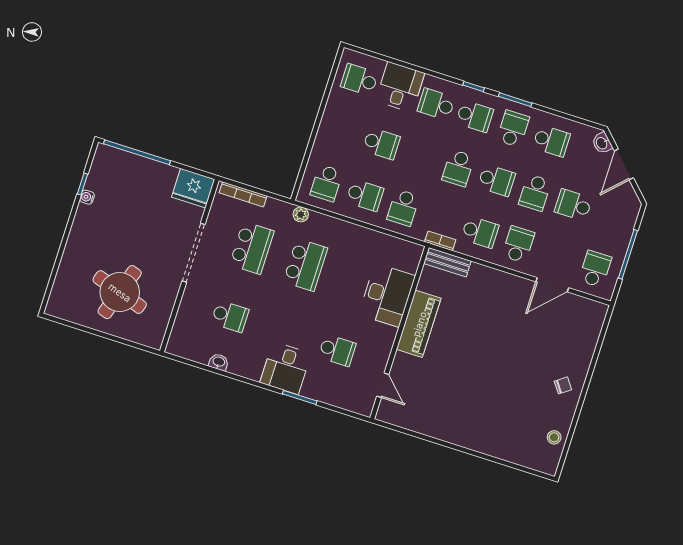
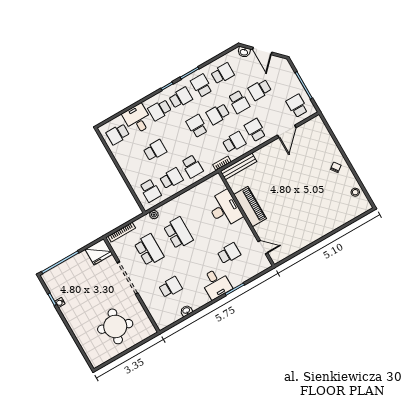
school desk: (458, 168) -> (197, 126), turned 180
school desk: (496, 180) -> (218, 114), turned 180
bench: (447, 262) -> (239, 166), width x1.36

